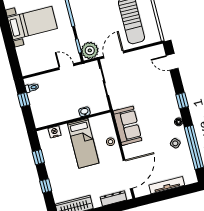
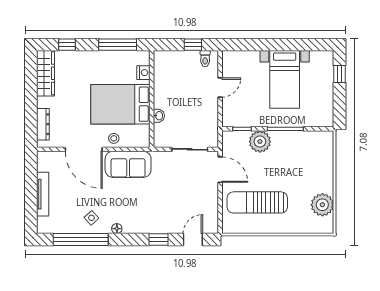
plant: (90, 50) -> (260, 142), moved
door: (66, 67) -> (220, 87), moved
window: (182, 101) -> (158, 240), moved
bed: (83, 143) -> (120, 104), width x1.50
window: (38, 157) -> (118, 45), width x2.17
door: (128, 174) -> (84, 149), moved
window: (46, 186) -> (67, 45), moved

